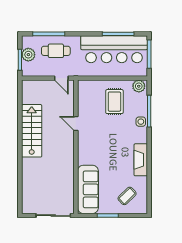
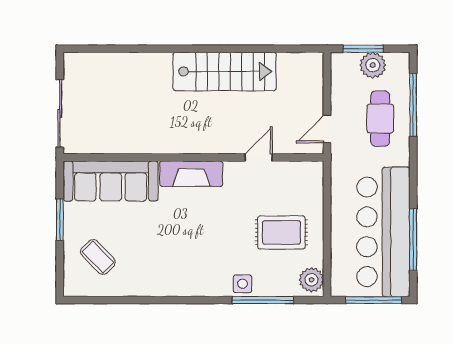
door: (76, 123) -> (259, 157), moved
fireplace: (141, 160) -> (191, 174), moved, turned 180

